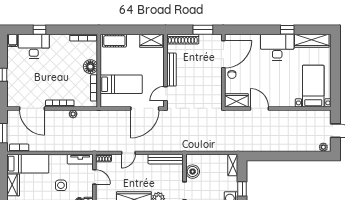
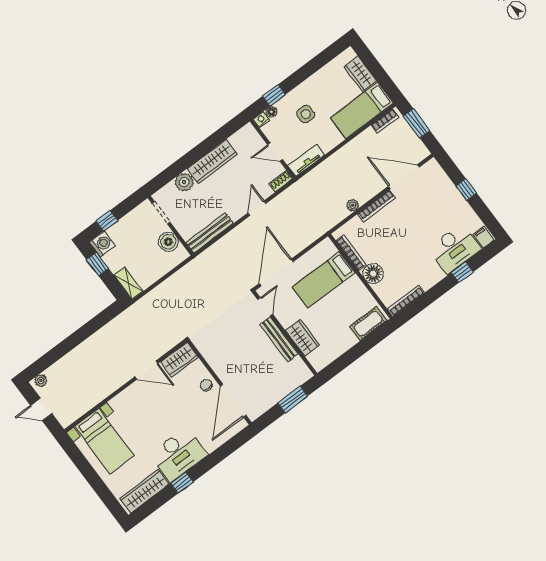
window: (203, 30) -> (293, 399), moved
shoe rack: (183, 39) -> (292, 383), removed
wardrobe: (151, 41) -> (302, 338), moved, turned 90

